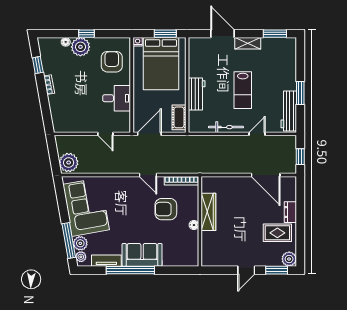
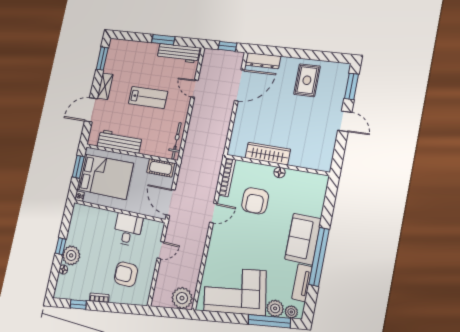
armchair: (112, 62) -> (126, 274), moved
workbench: (197, 94) -> (119, 141), moved, width x1.37
bicycle: (226, 127) -> (176, 141), moved
dresser: (290, 212) -> (263, 61), moved, width x1.44
plant: (289, 259) -> (341, 71), removed

